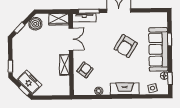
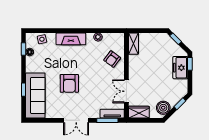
armchair: (126, 46) -> (69, 83), turned 148
sofa: (158, 49) -> (35, 95), moved
shelving: (65, 65) -> (133, 44), moved
freezer: (29, 82) -> (180, 68), moved, turned 45

